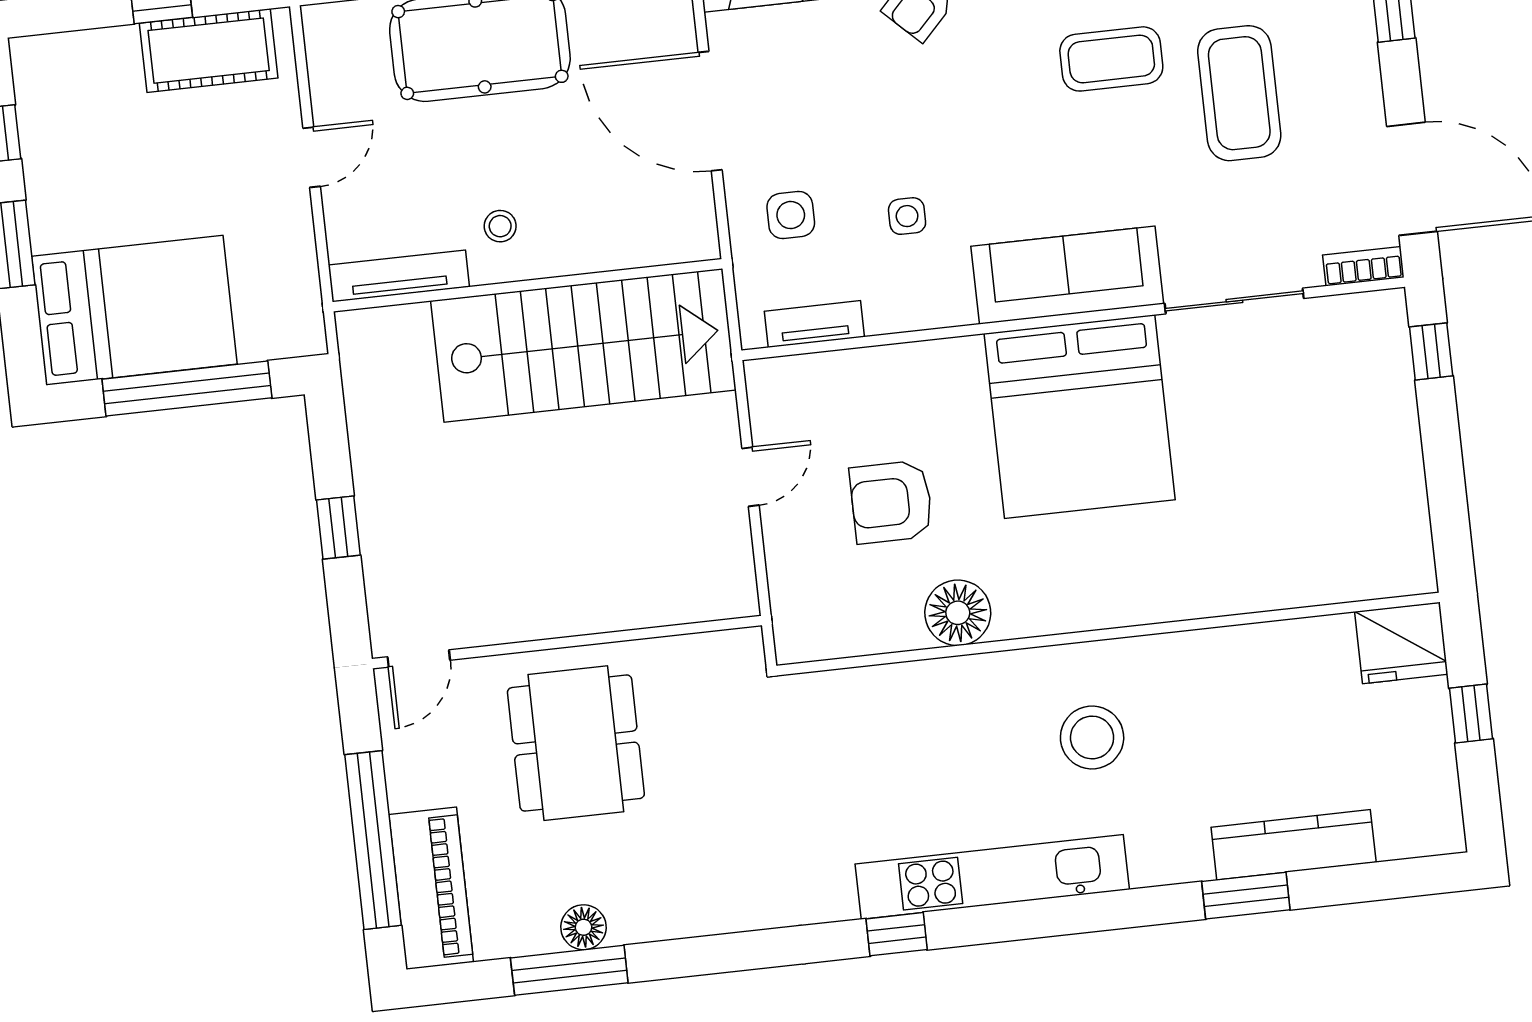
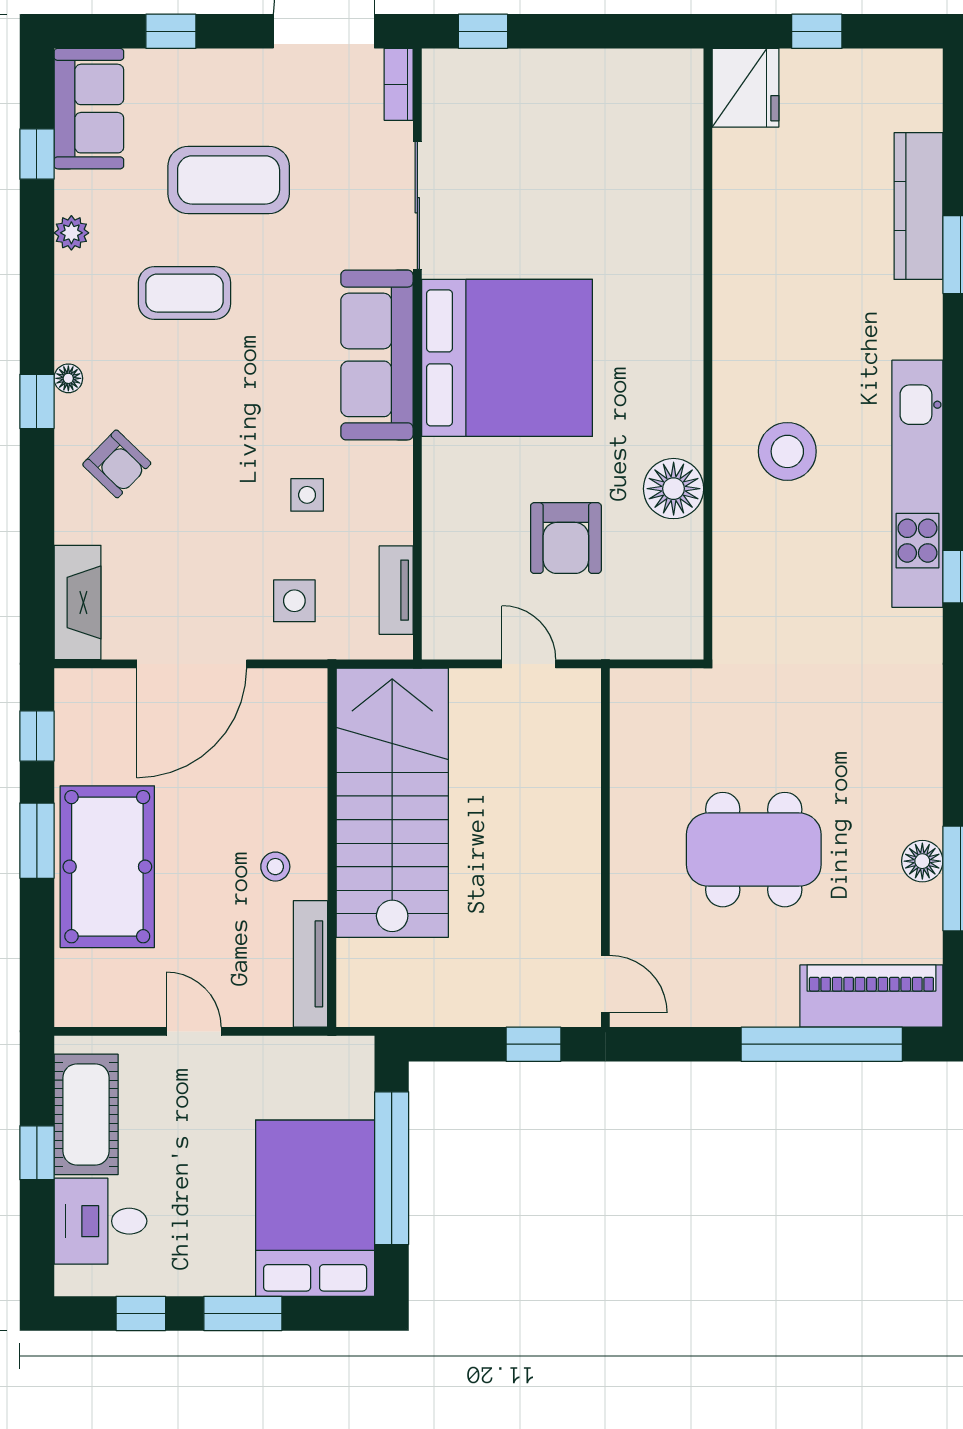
coffee table: (1111, 59) -> (184, 293), turned 90
desk: (95, 79) -> (100, 1221), added
wall: (567, 642) -> (605, 848), moved
door: (419, 658) -> (605, 984), moved
stool: (1092, 737) -> (787, 451), moved

